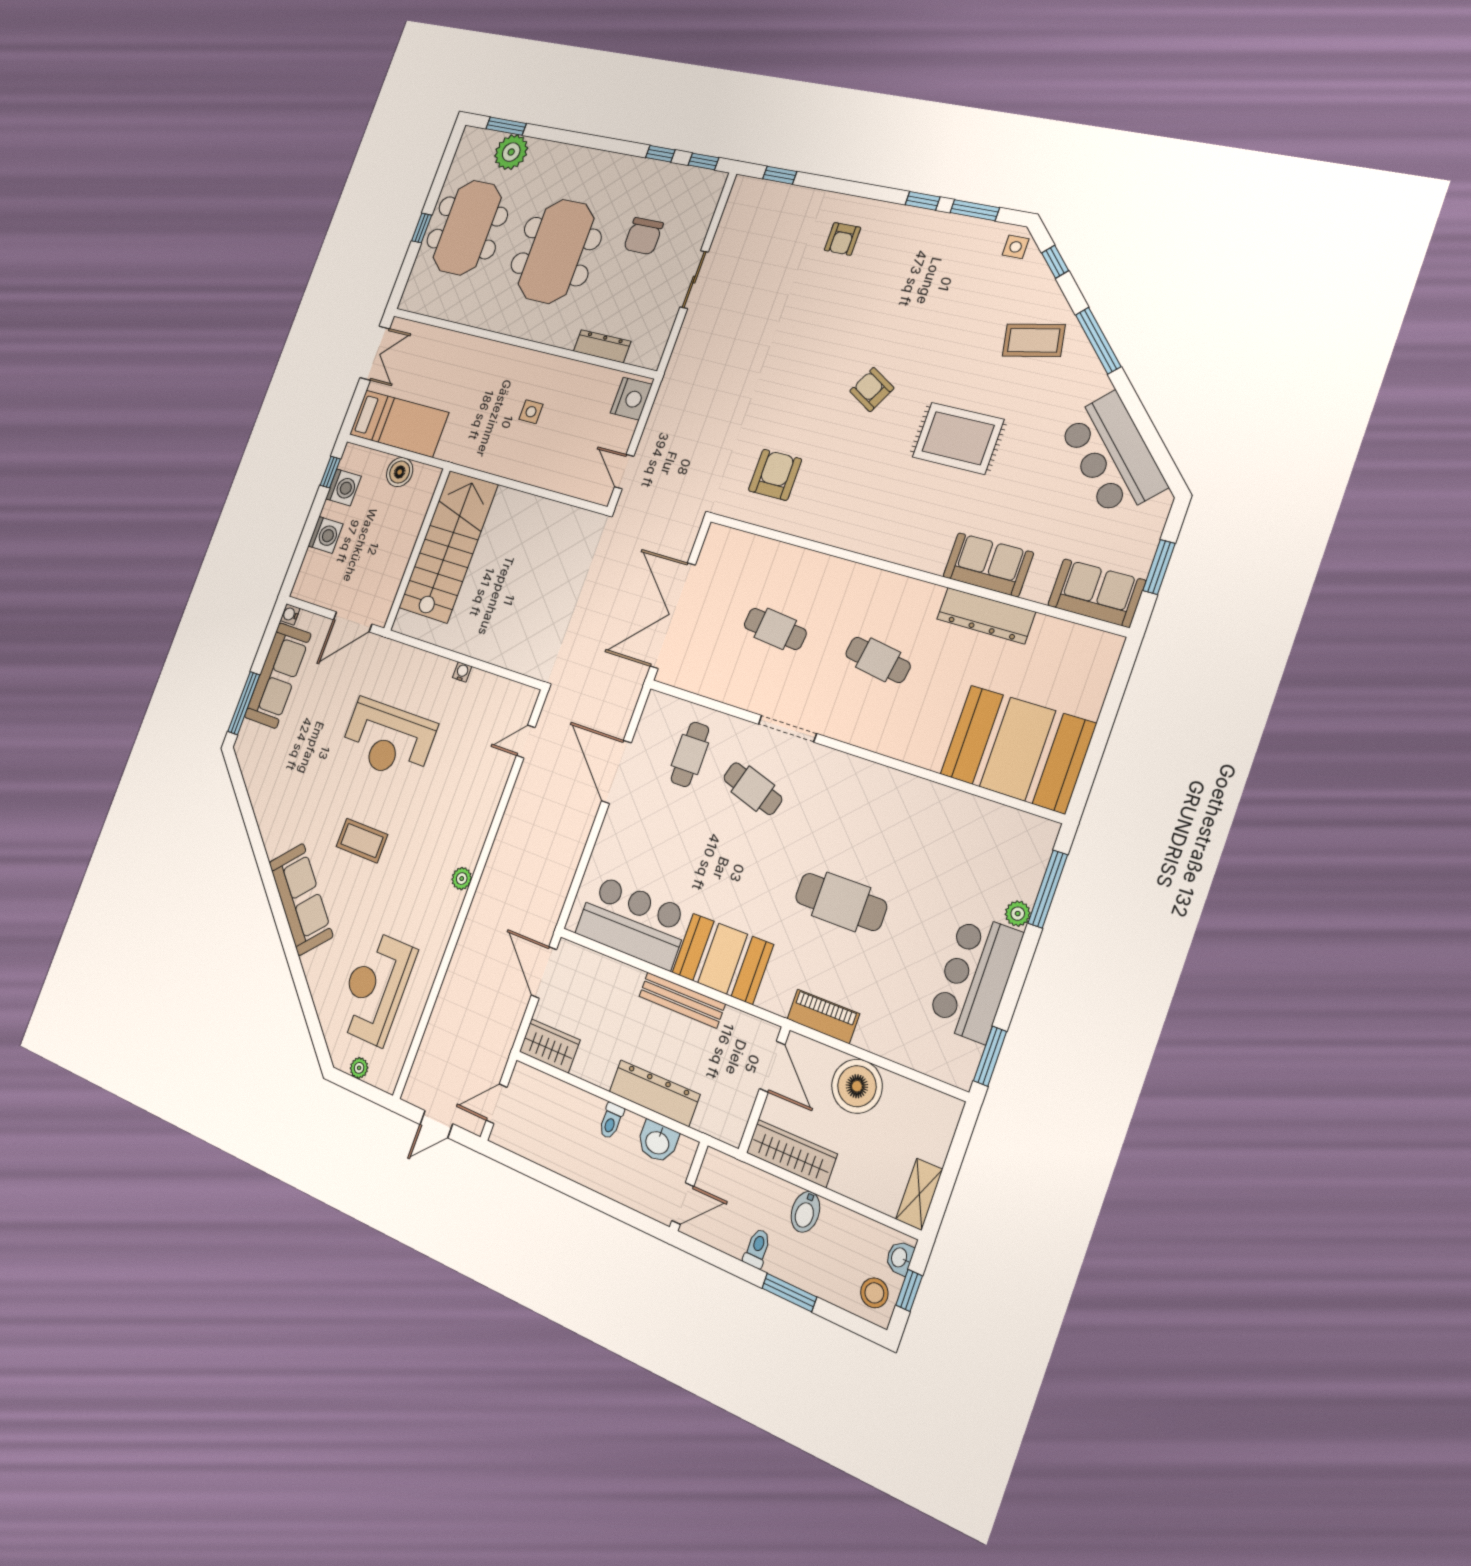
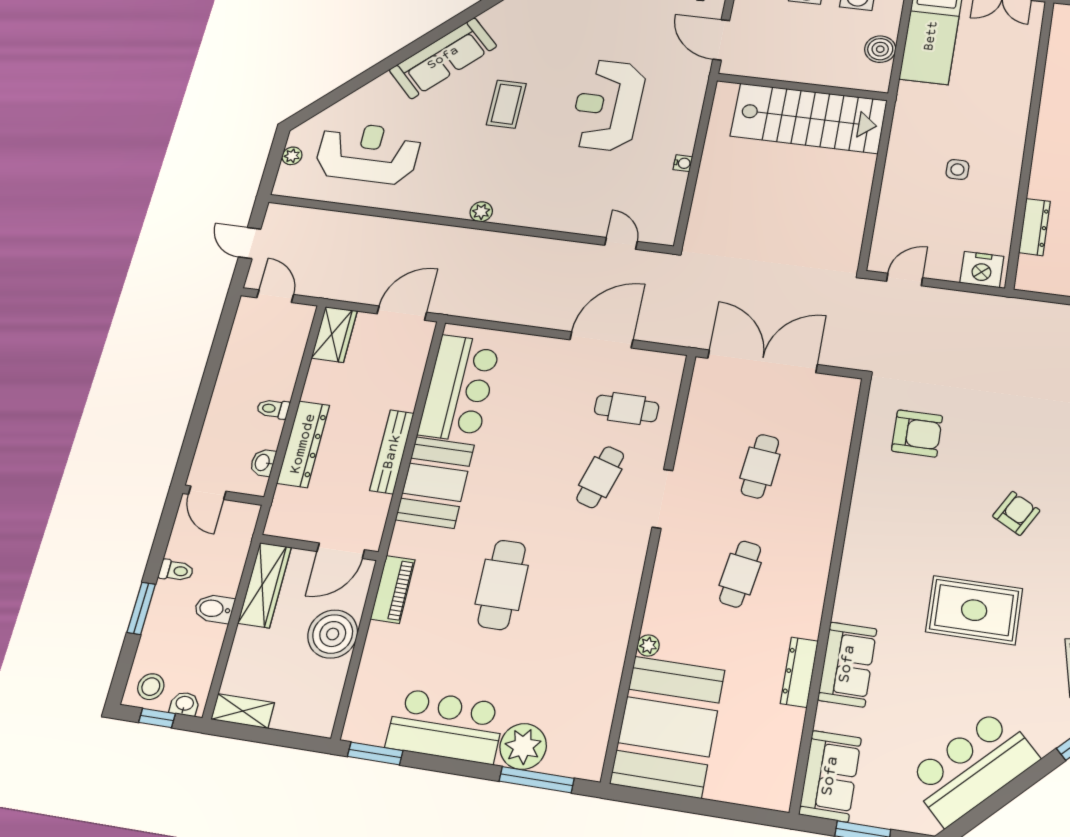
rug: (958, 438) -> (974, 610), turned 90
dresser: (986, 616) -> (799, 672), width x0.73, depth x0.80
plant: (932, 759) -> (648, 645), added
plant: (1018, 914) -> (523, 746), width x1.87, depth x1.87
washbasin: (658, 1142) -> (263, 463), width x0.72, depth x0.69

